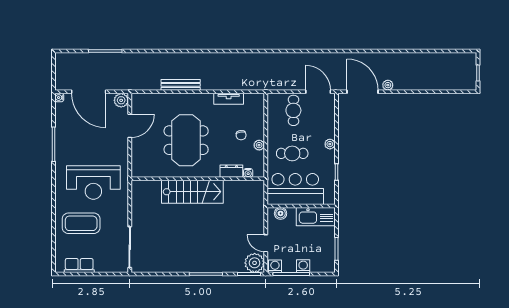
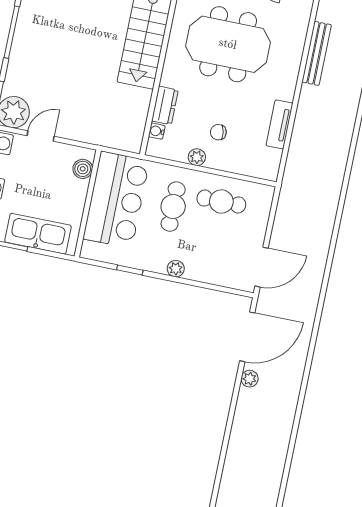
cafe table: (293, 110) -> (221, 201), moved
kitchen sink: (316, 217) -> (38, 234), moved, turned 90

